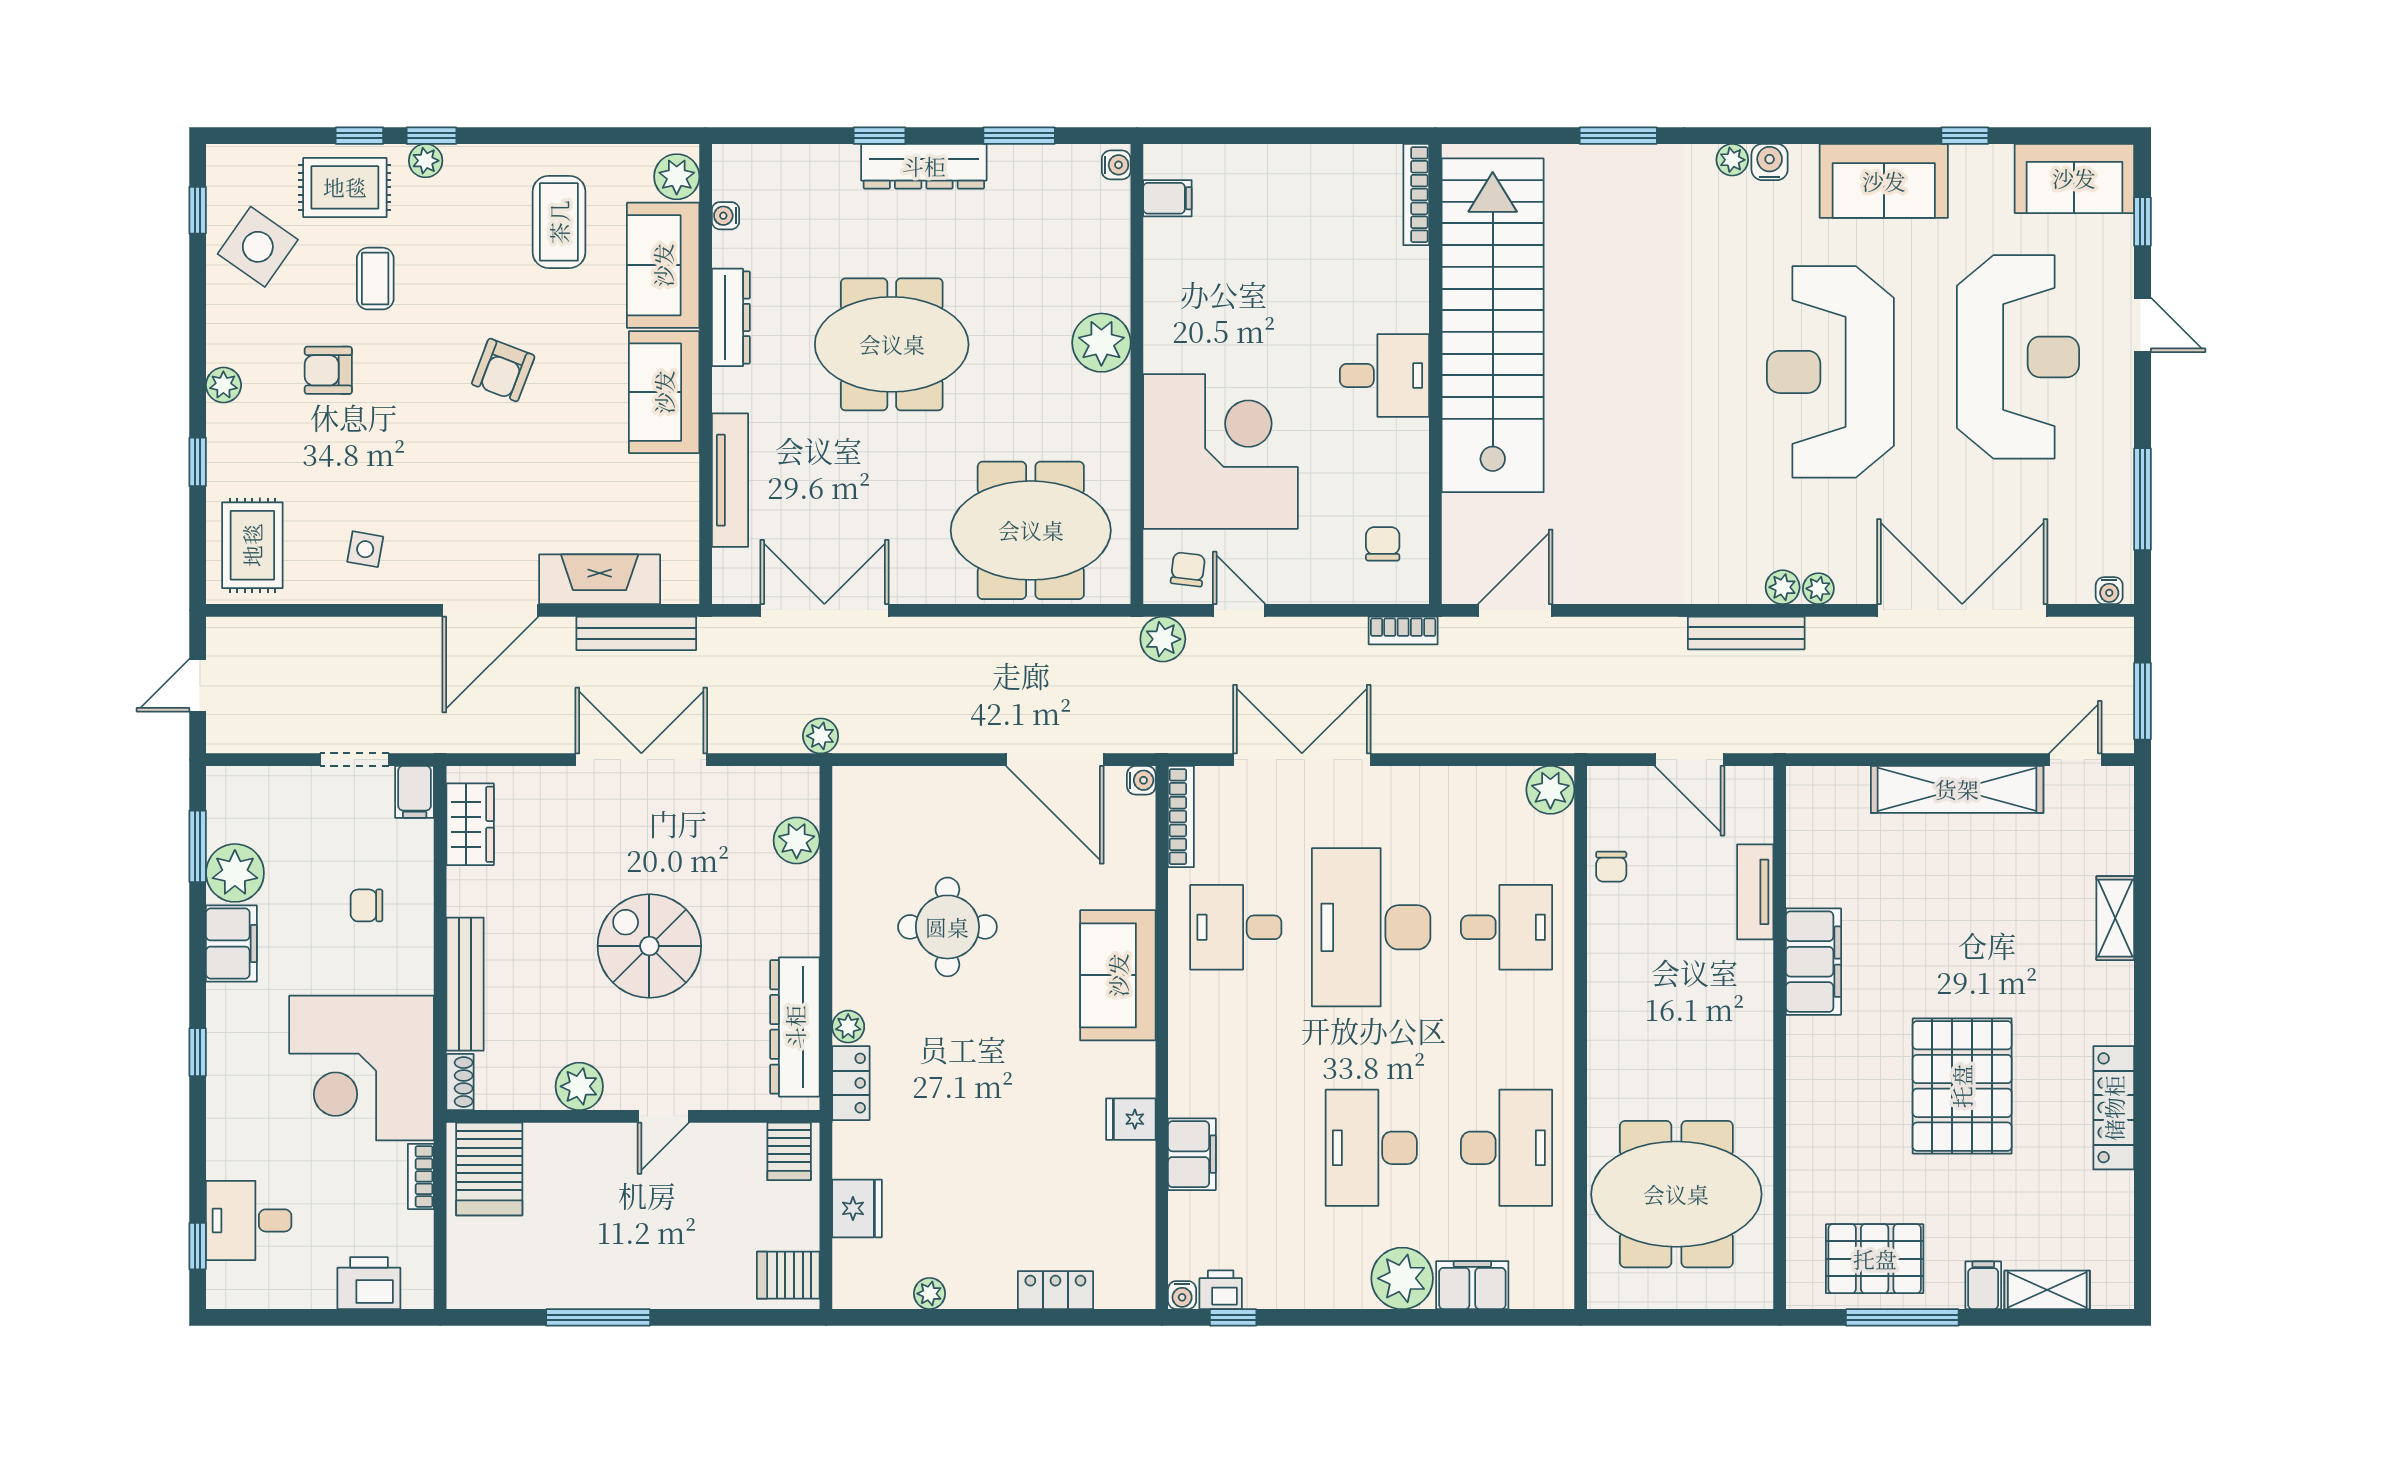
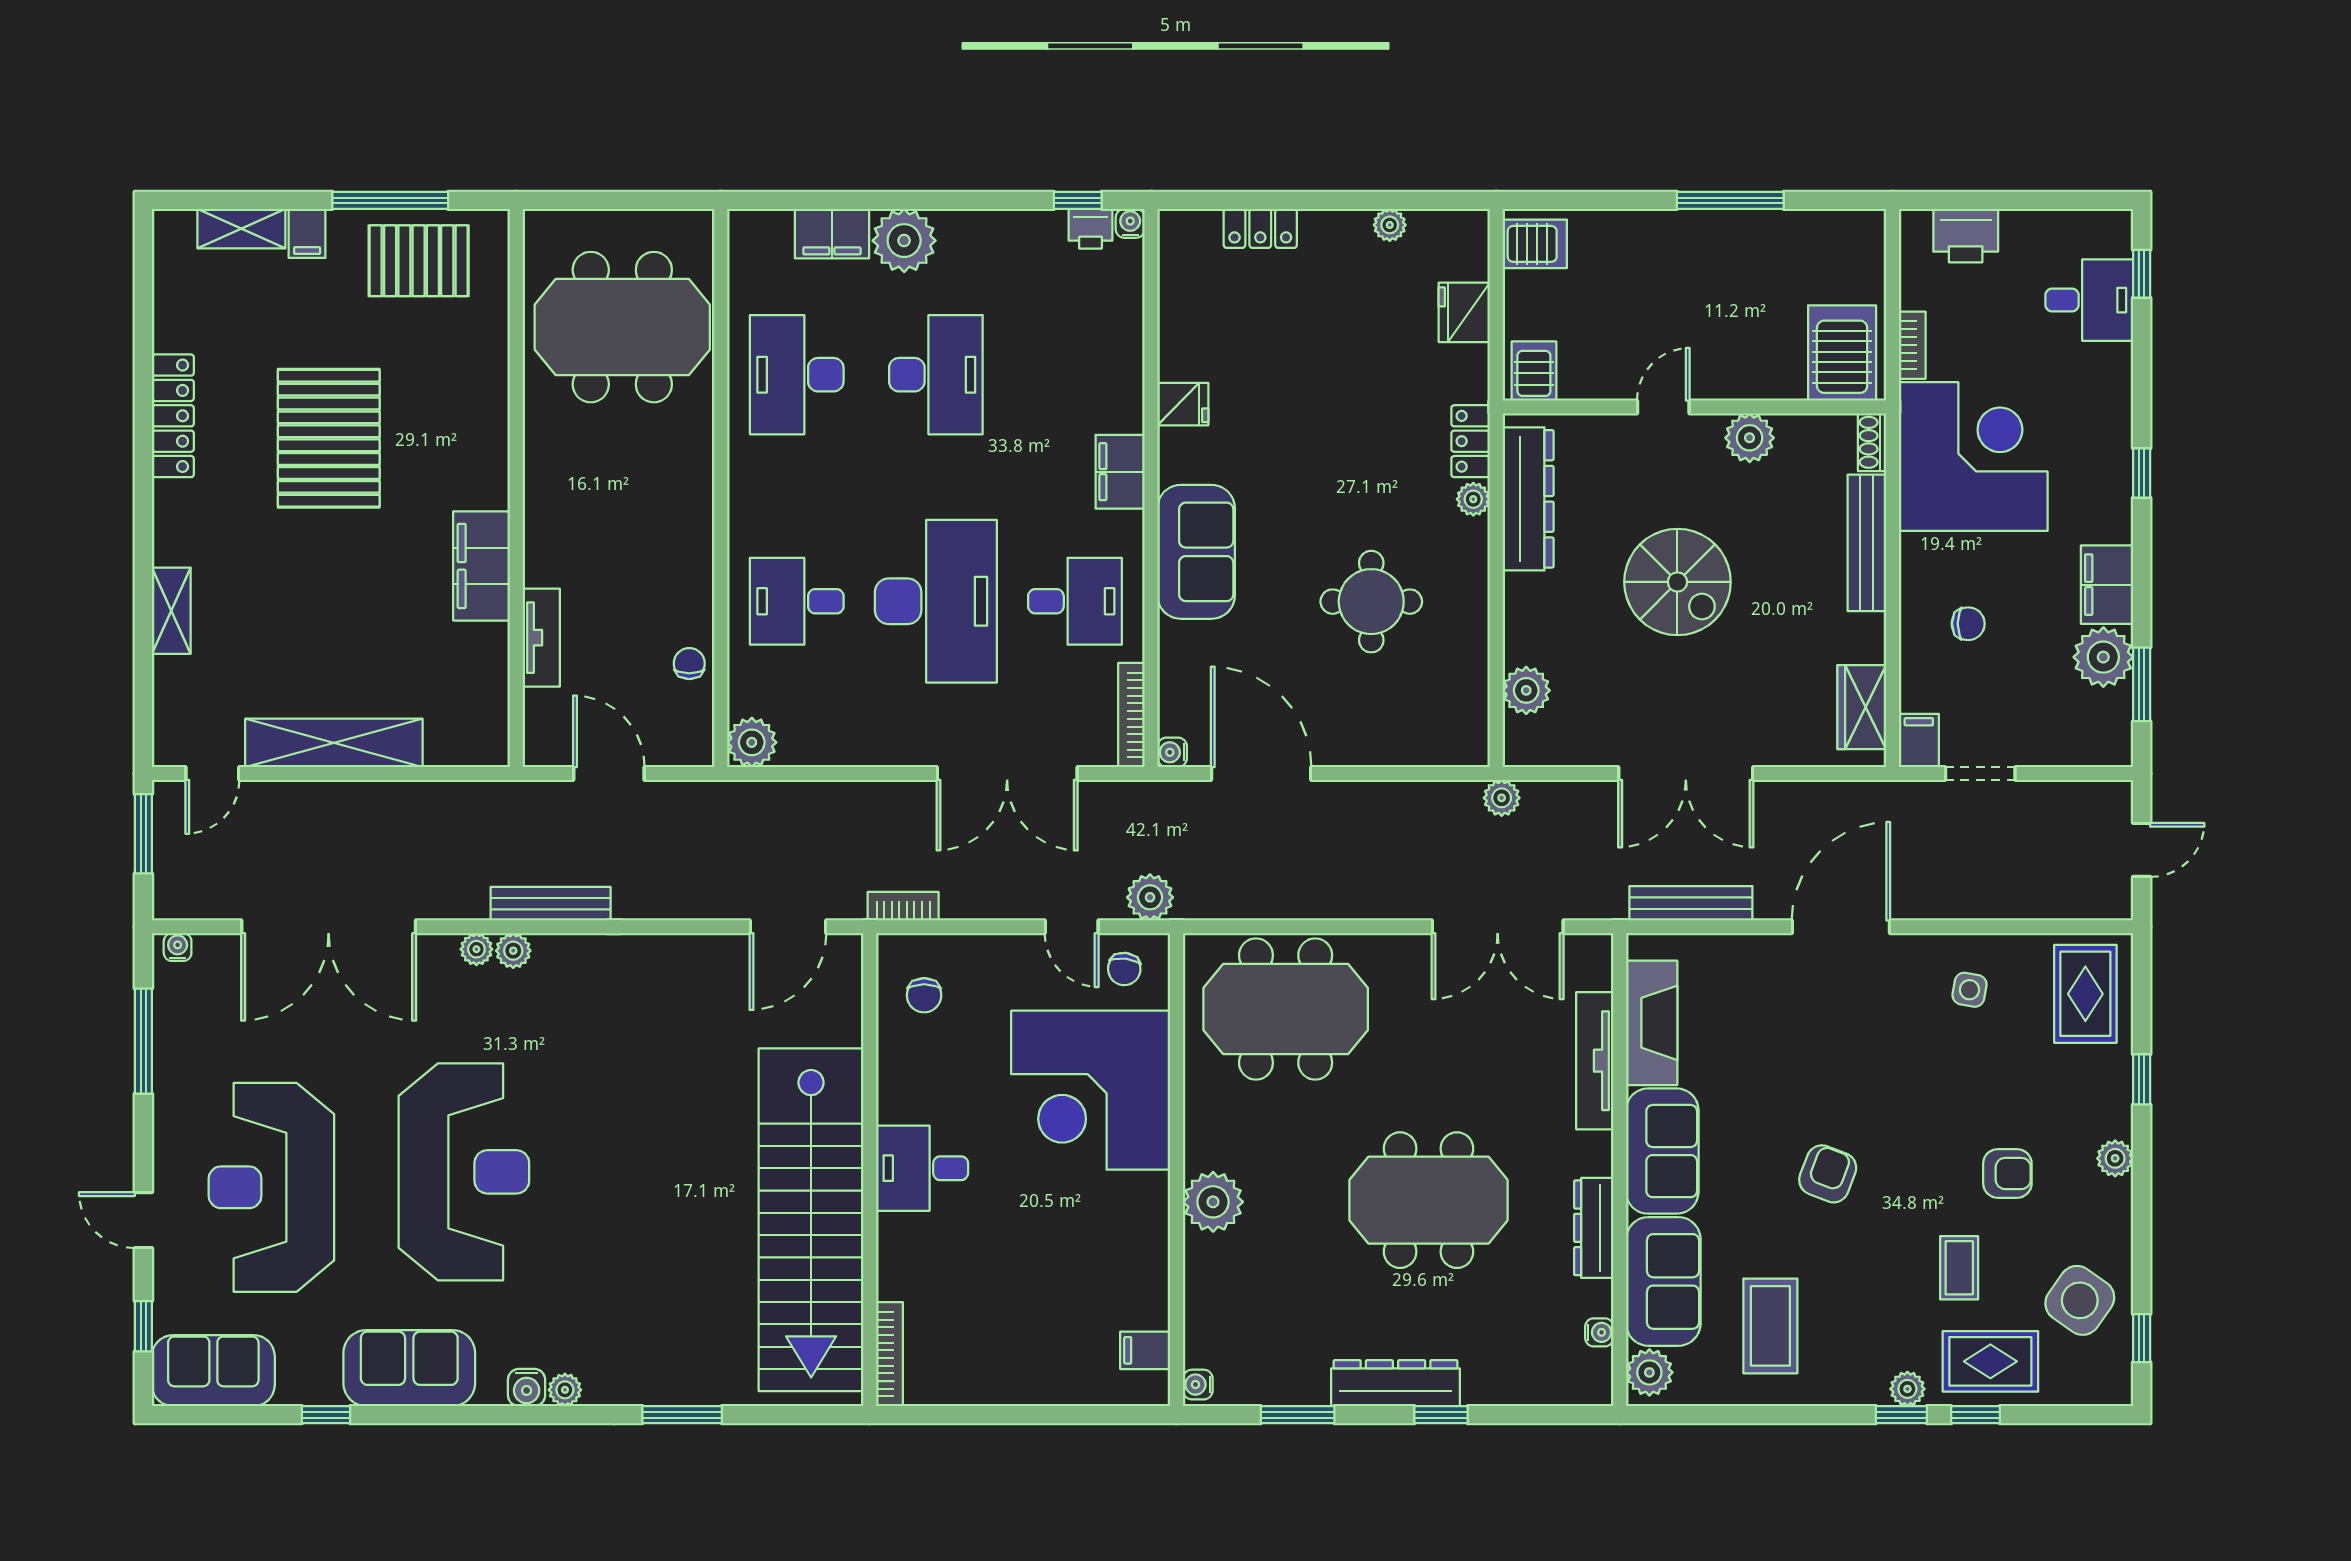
fireplace: (600, 579) -> (1652, 1023), moved, turned -90
filing cabinet: (1192, 1154) -> (1120, 472), moved

